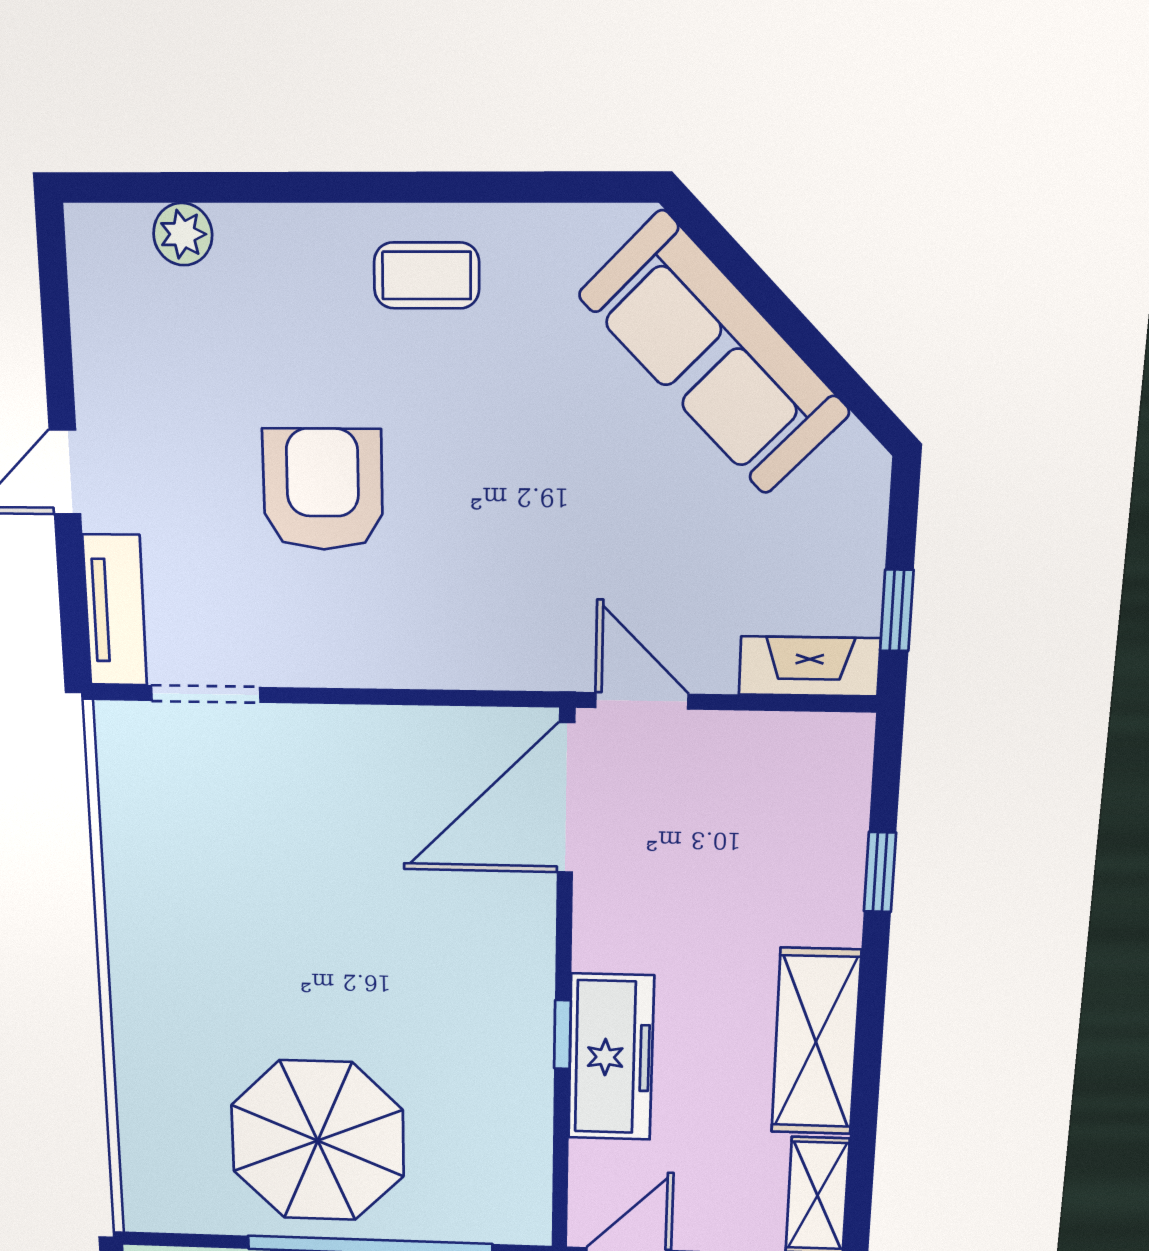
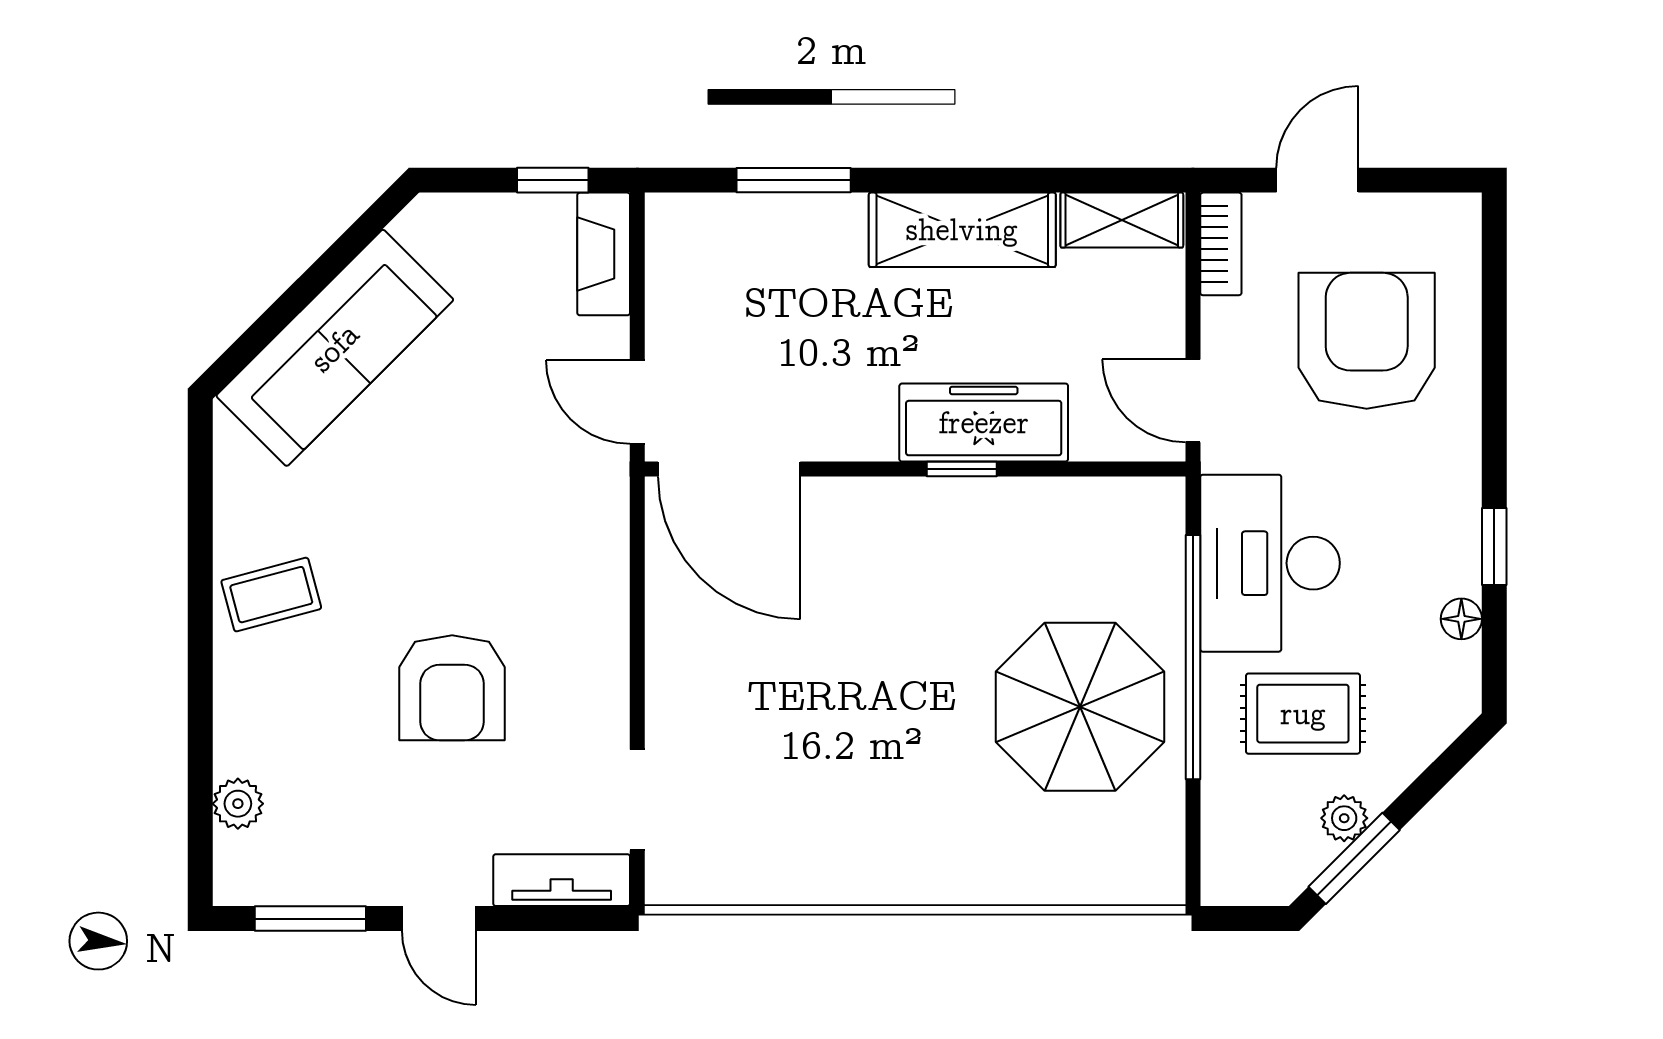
coffee table: (427, 275) -> (271, 595), turned 75
window: (56, 322) -> (310, 919), added
armchair: (323, 490) -> (452, 688), turned -90
door: (642, 701) -> (637, 402), hinge flipped
window: (880, 872) -> (794, 180), width x1.50

